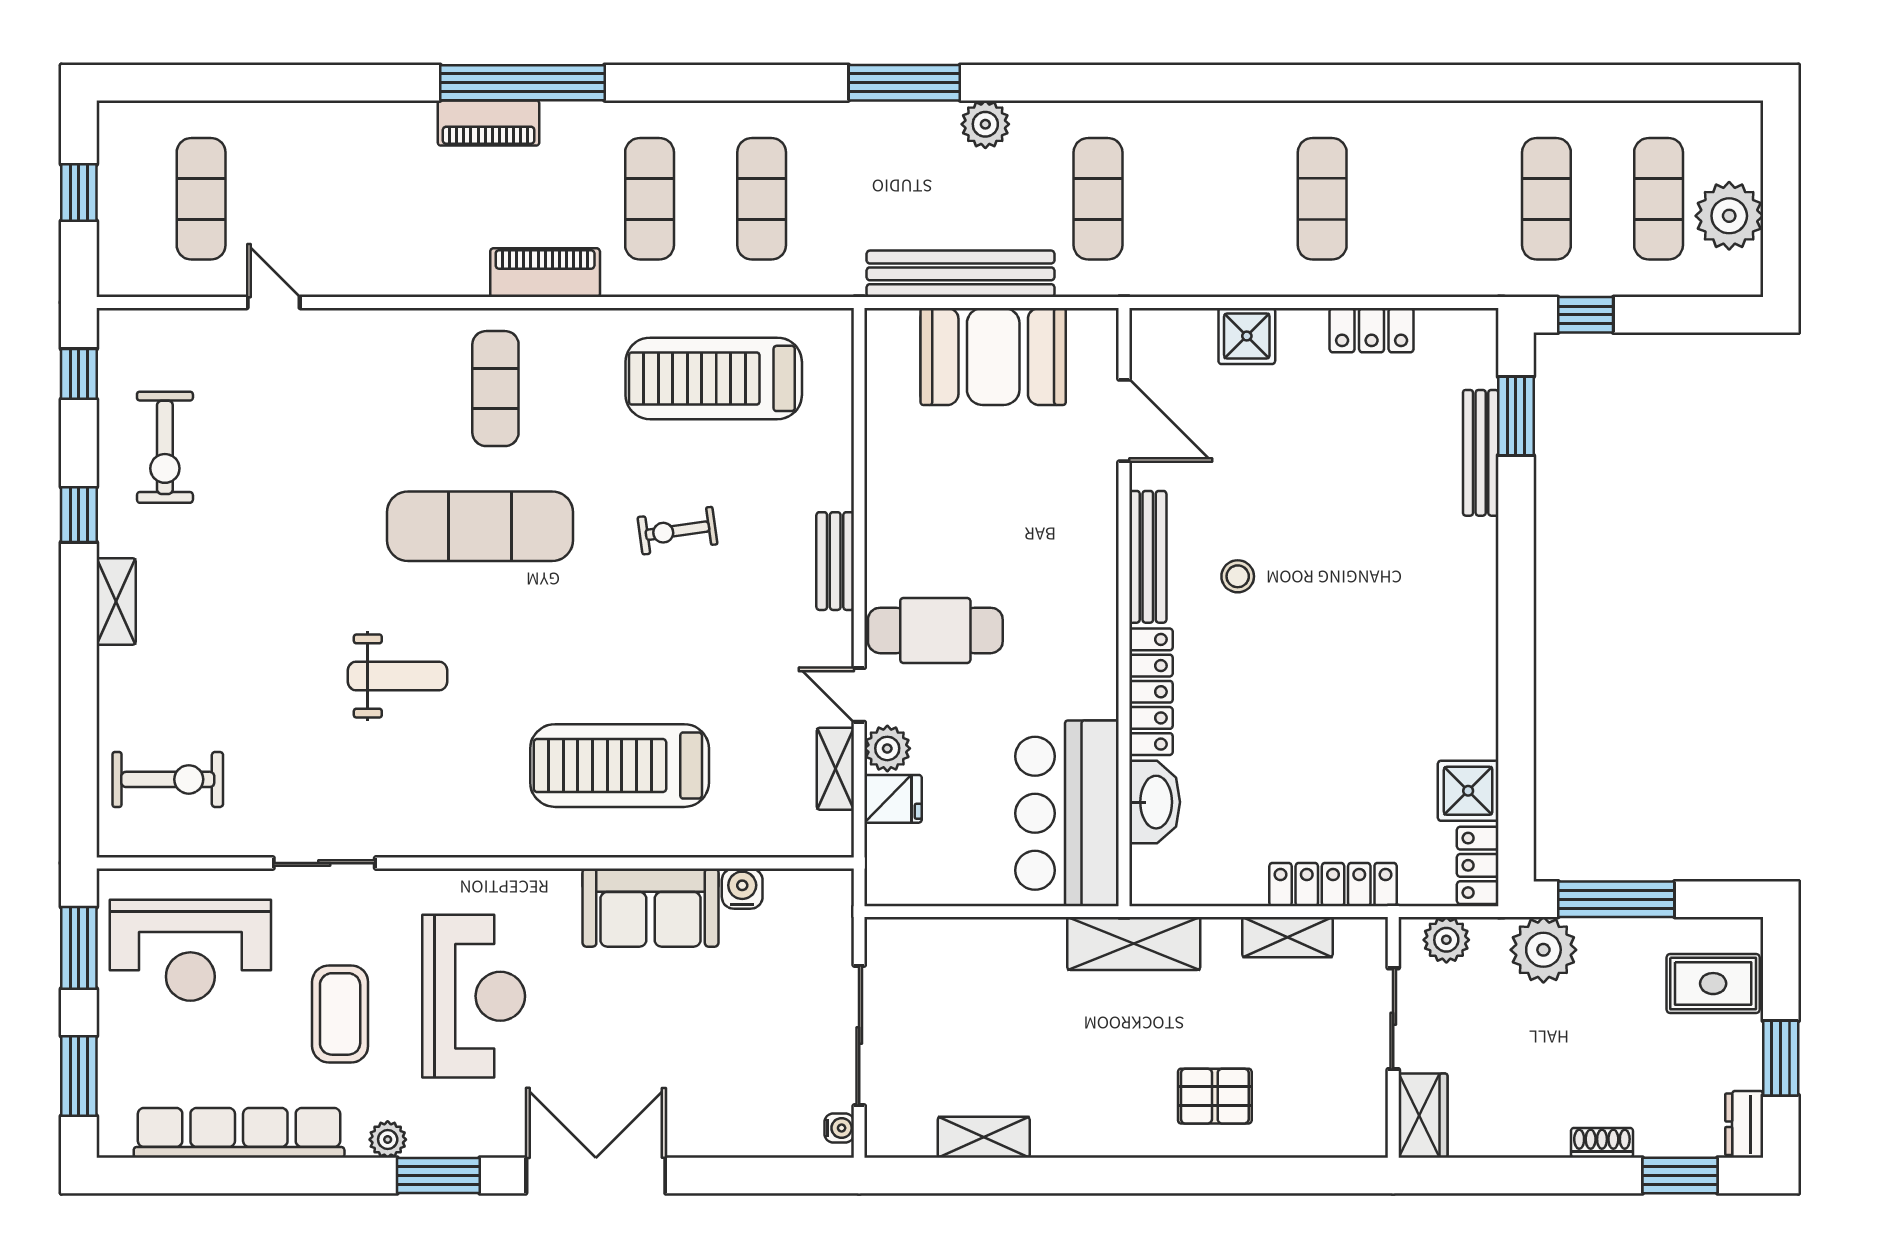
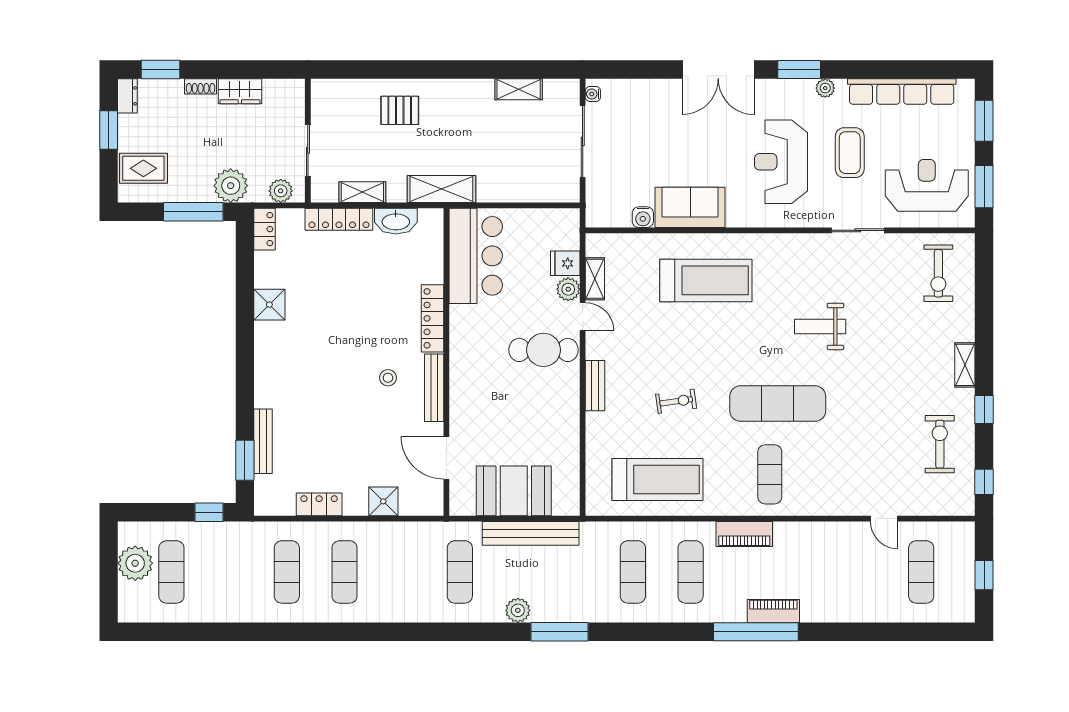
exercise mat: (1546, 199) -> (287, 572), moved
exercise bike: (168, 779) -> (938, 273), turned -90
shower: (1468, 791) -> (269, 305), moved
washbasin: (1155, 802) -> (396, 221), moved, turned -90
wardrobe: (1423, 1116) -> (240, 91), moved, turned -90

